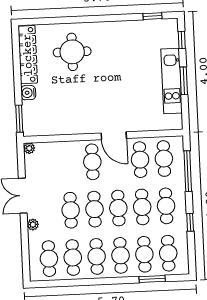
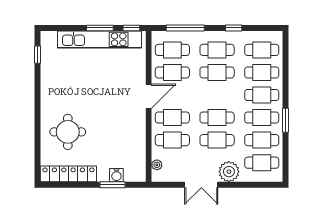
window: (182, 40) -> (131, 28), moved
kitchen unit: (172, 81) -> (99, 39), width x1.36
water cooler: (28, 93) -> (116, 175), moved
window: (19, 119) -> (113, 185), moved
plant: (29, 148) -> (157, 165), moved
cafe table: (118, 208) -> (172, 140), moved
plant: (33, 225) -> (229, 172), width x1.88, depth x1.88
window: (152, 279) -> (285, 120), moved

